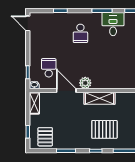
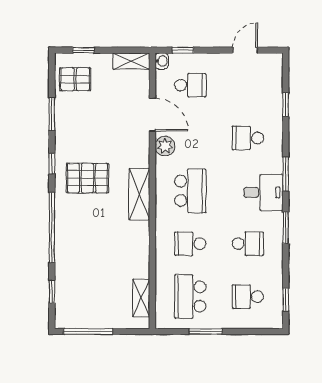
door: (28, 23) -> (245, 50), moved
school desk: (112, 68) -> (190, 191), added
door: (66, 91) -> (152, 115), hinge flipped
shelving: (99, 98) -> (139, 194), moved
pallet: (104, 129) -> (87, 178), turned 90

